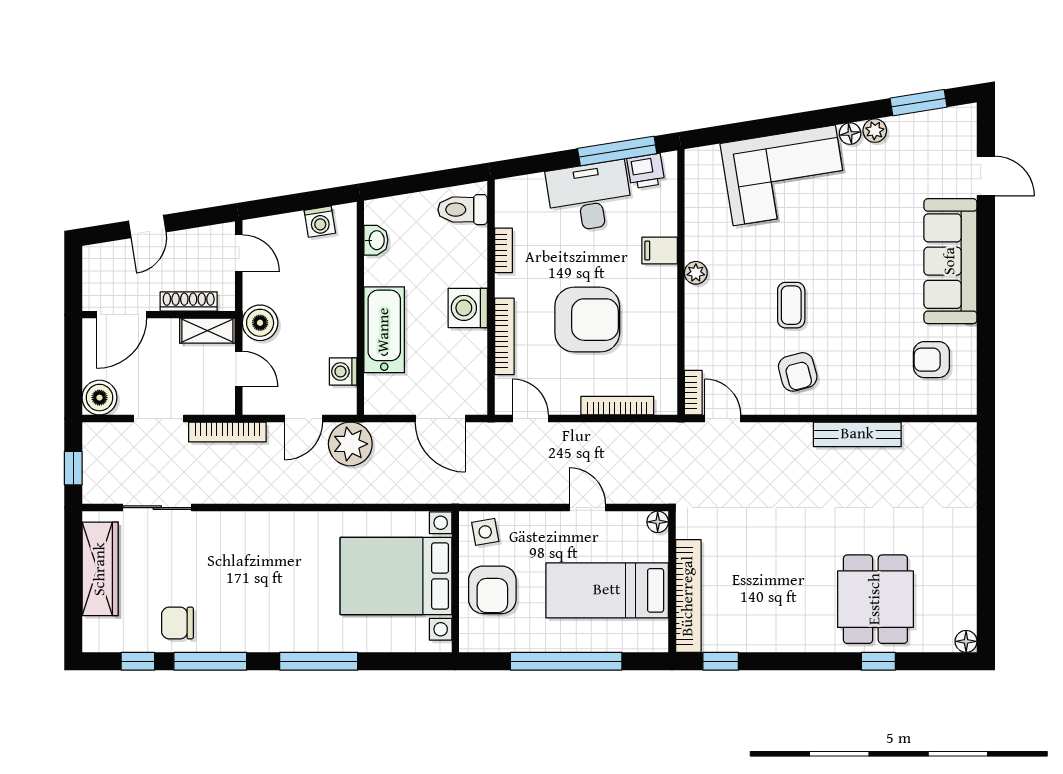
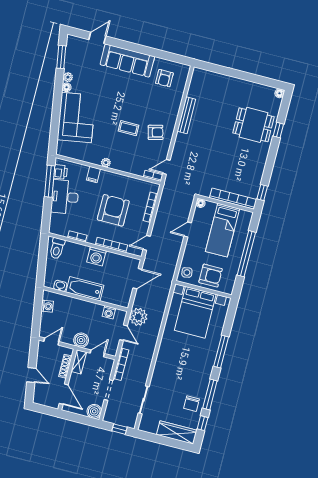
bathtub: (384, 330) -> (85, 289), moved
wardrobe: (100, 569) -> (177, 432), moved

